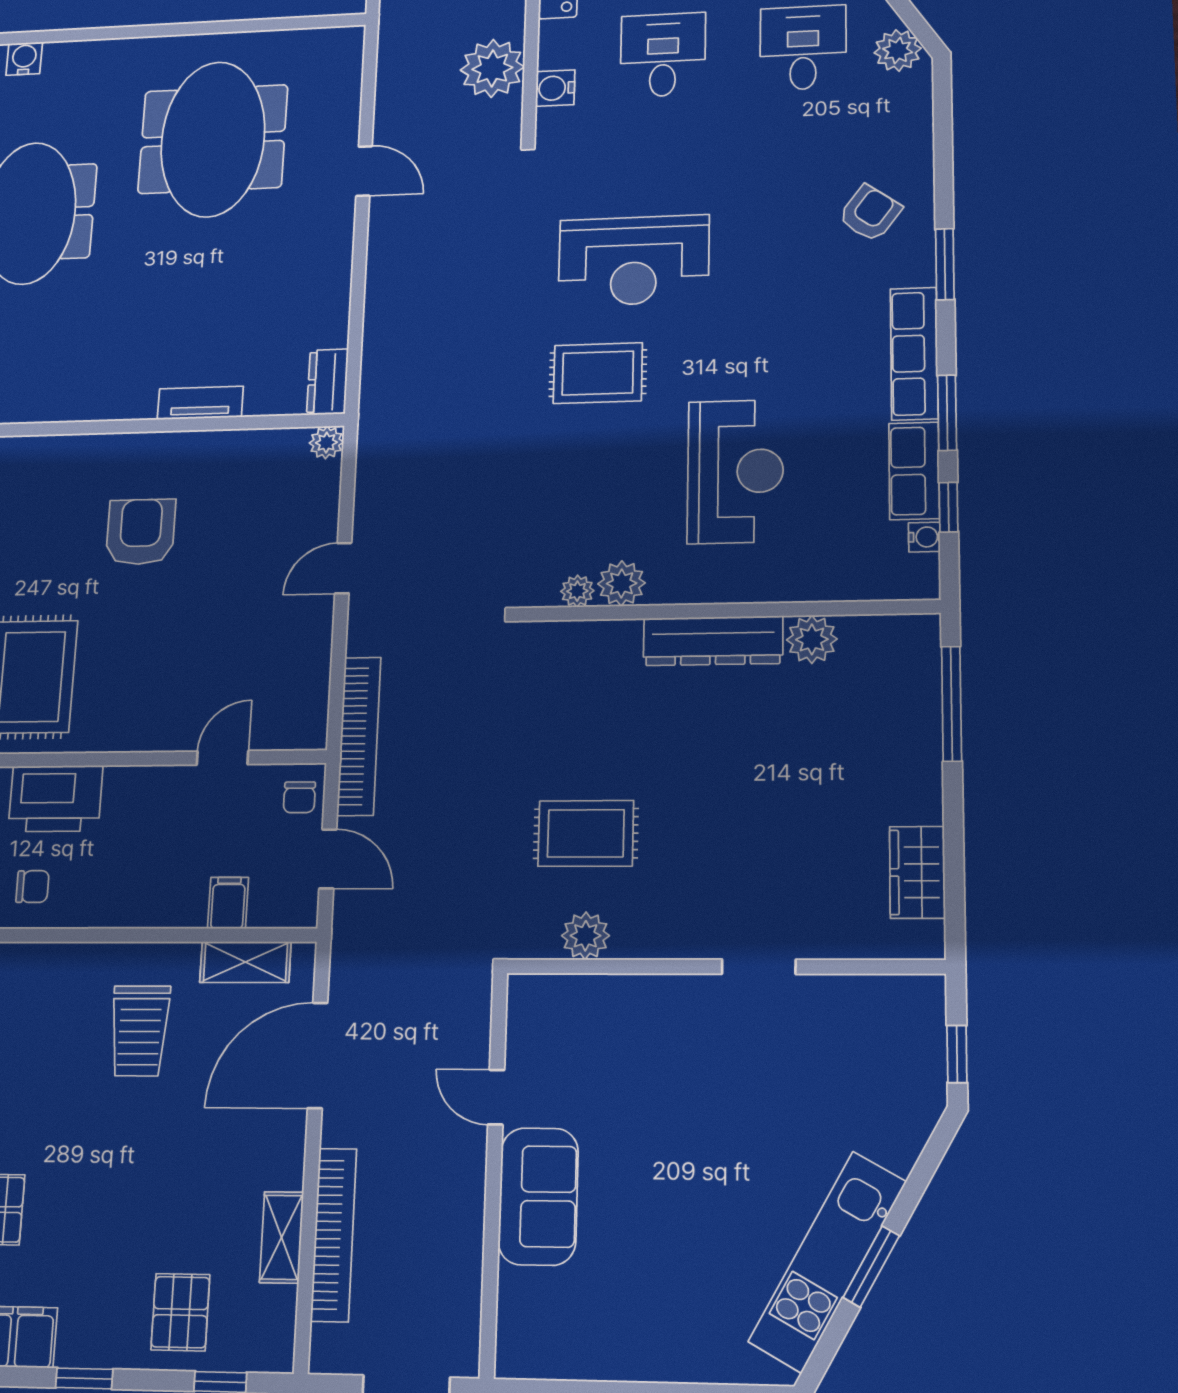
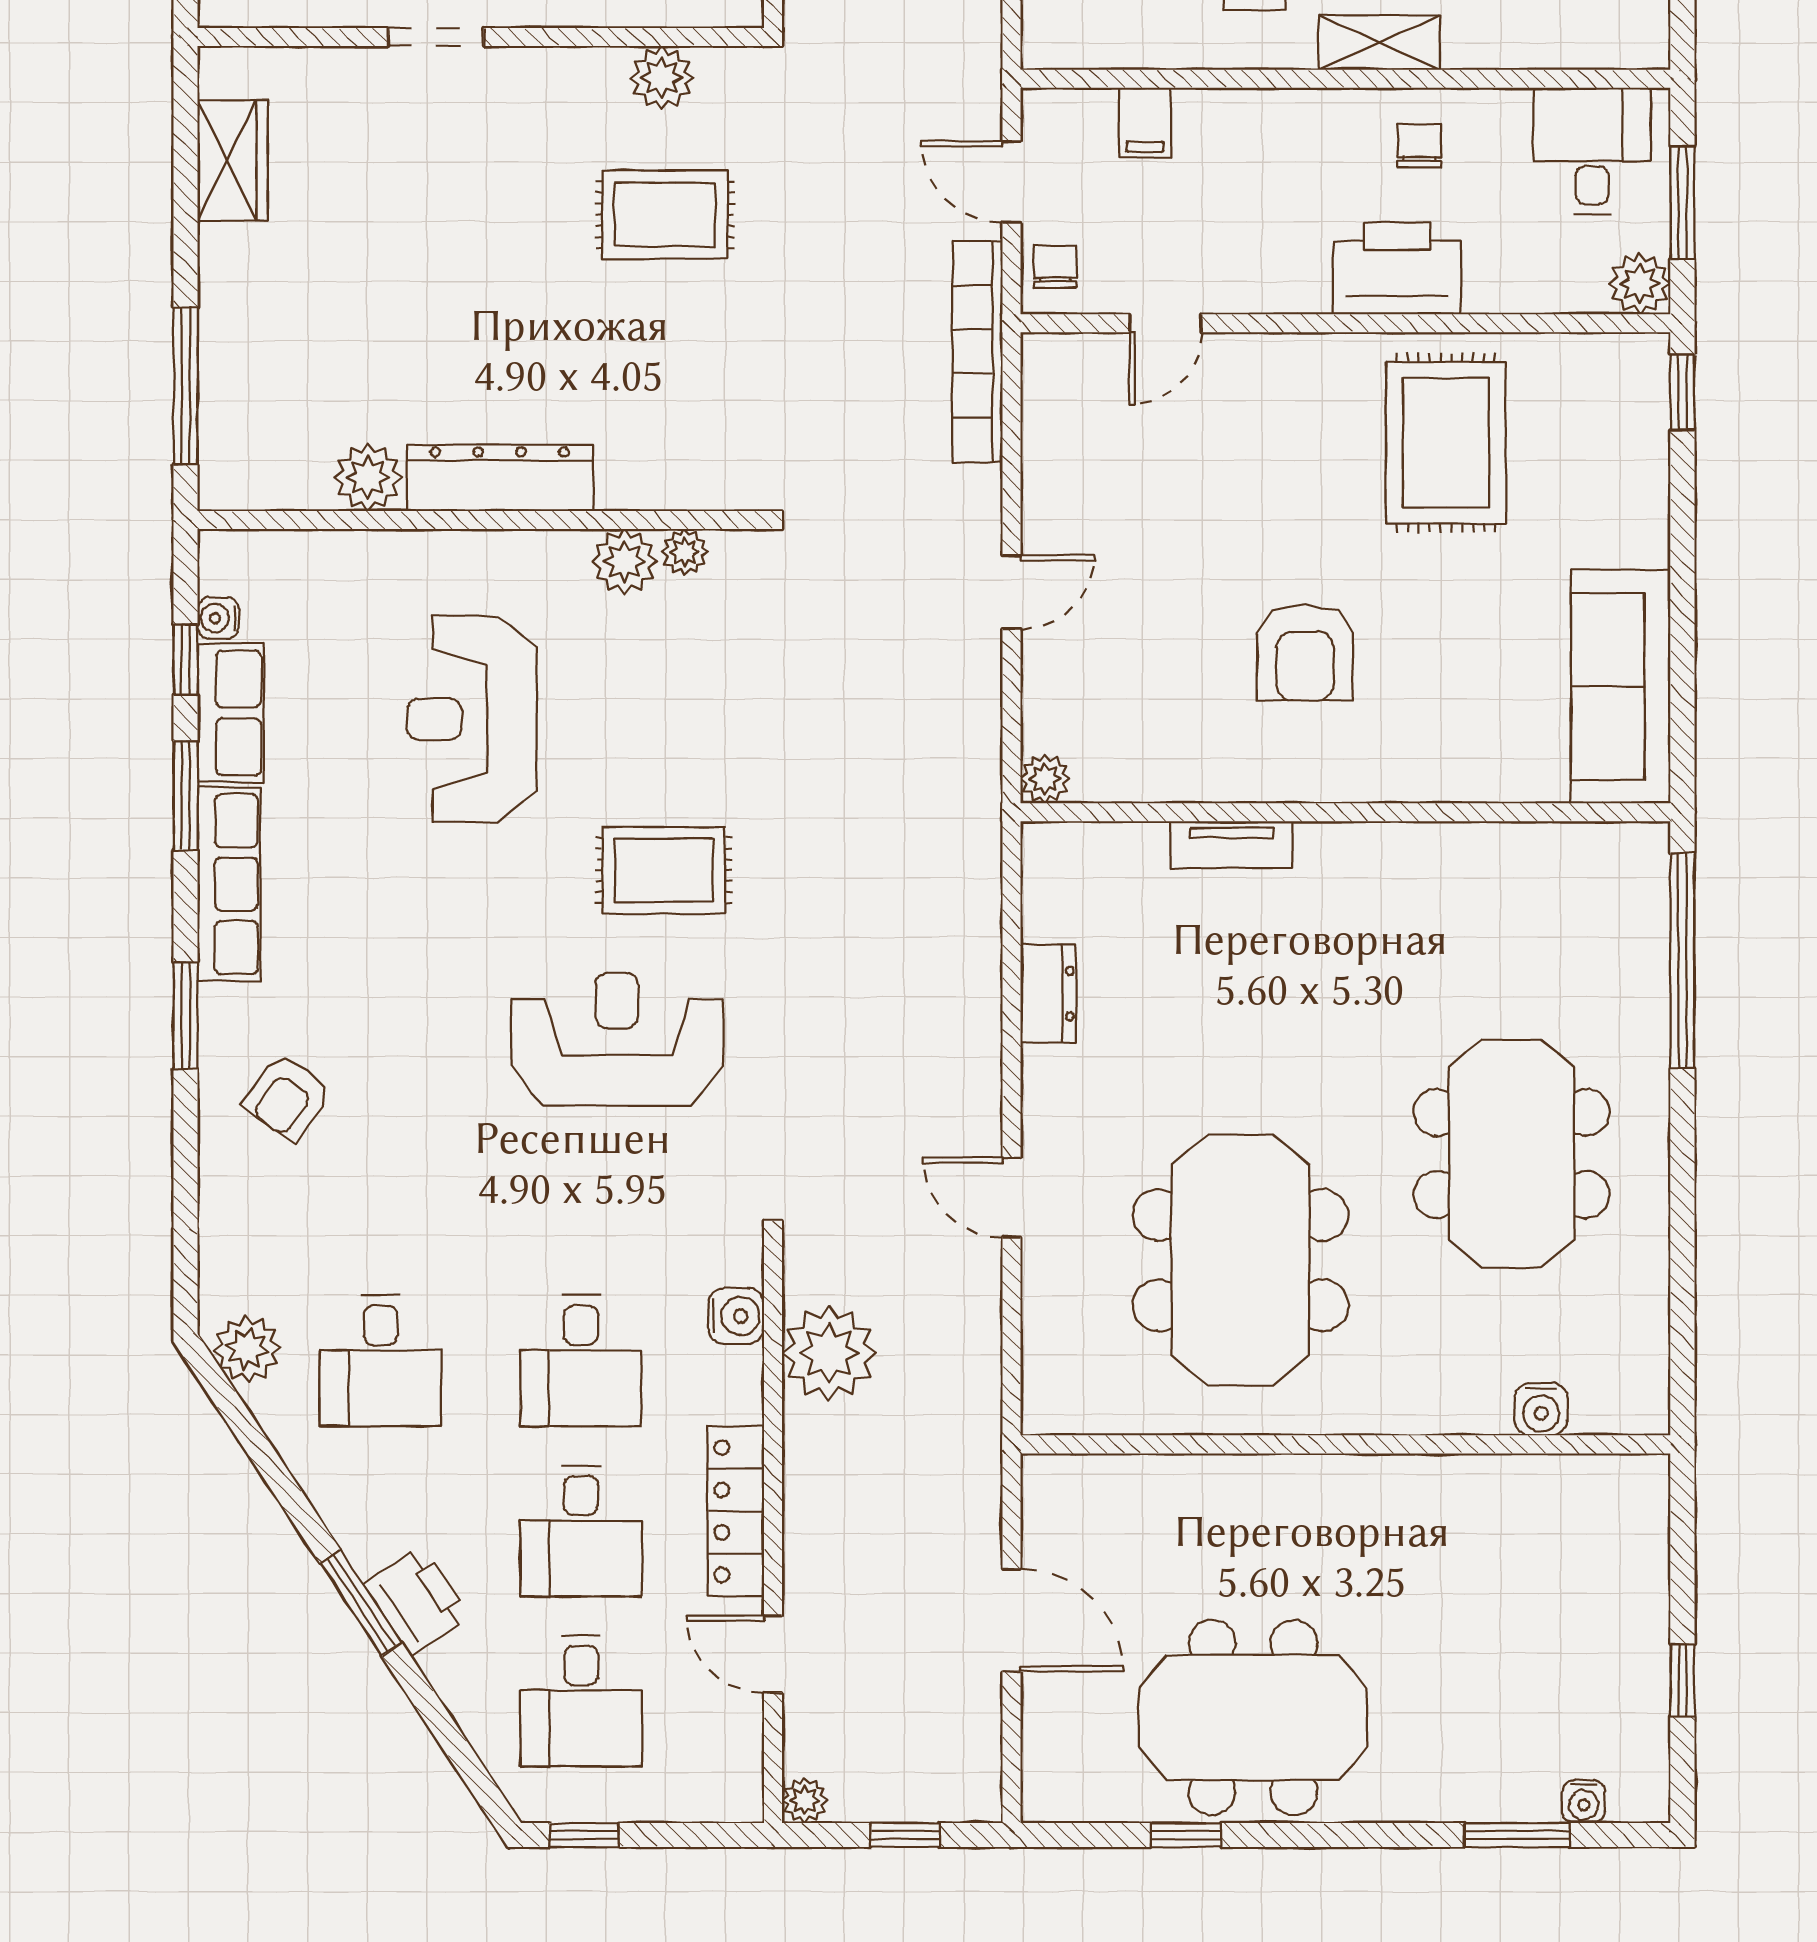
dresser: (328, 382) -> (1048, 994), moved
chair: (33, 887) -> (1419, 146), turned 90
shelving: (245, 962) -> (1379, 43), moved

